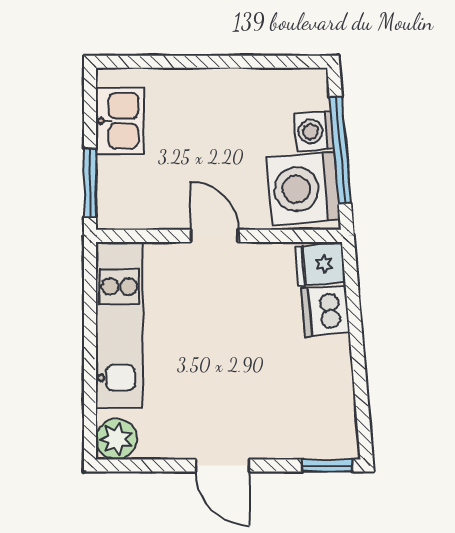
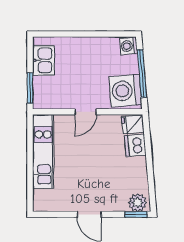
washing machine: (314, 131) -> (129, 46), moved
door: (214, 236) -> (86, 112), swing flipped
plant: (116, 439) -> (138, 203), moved

